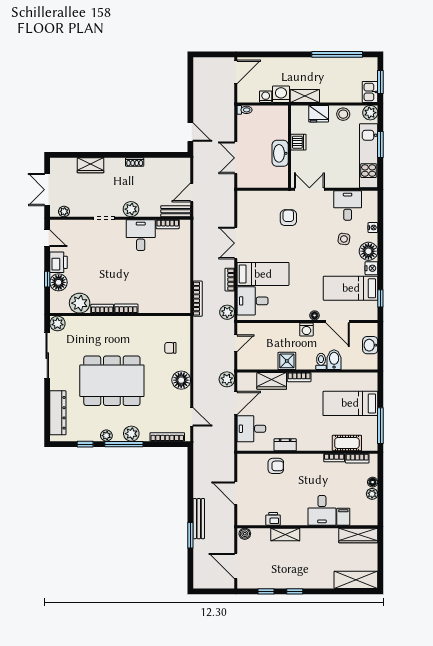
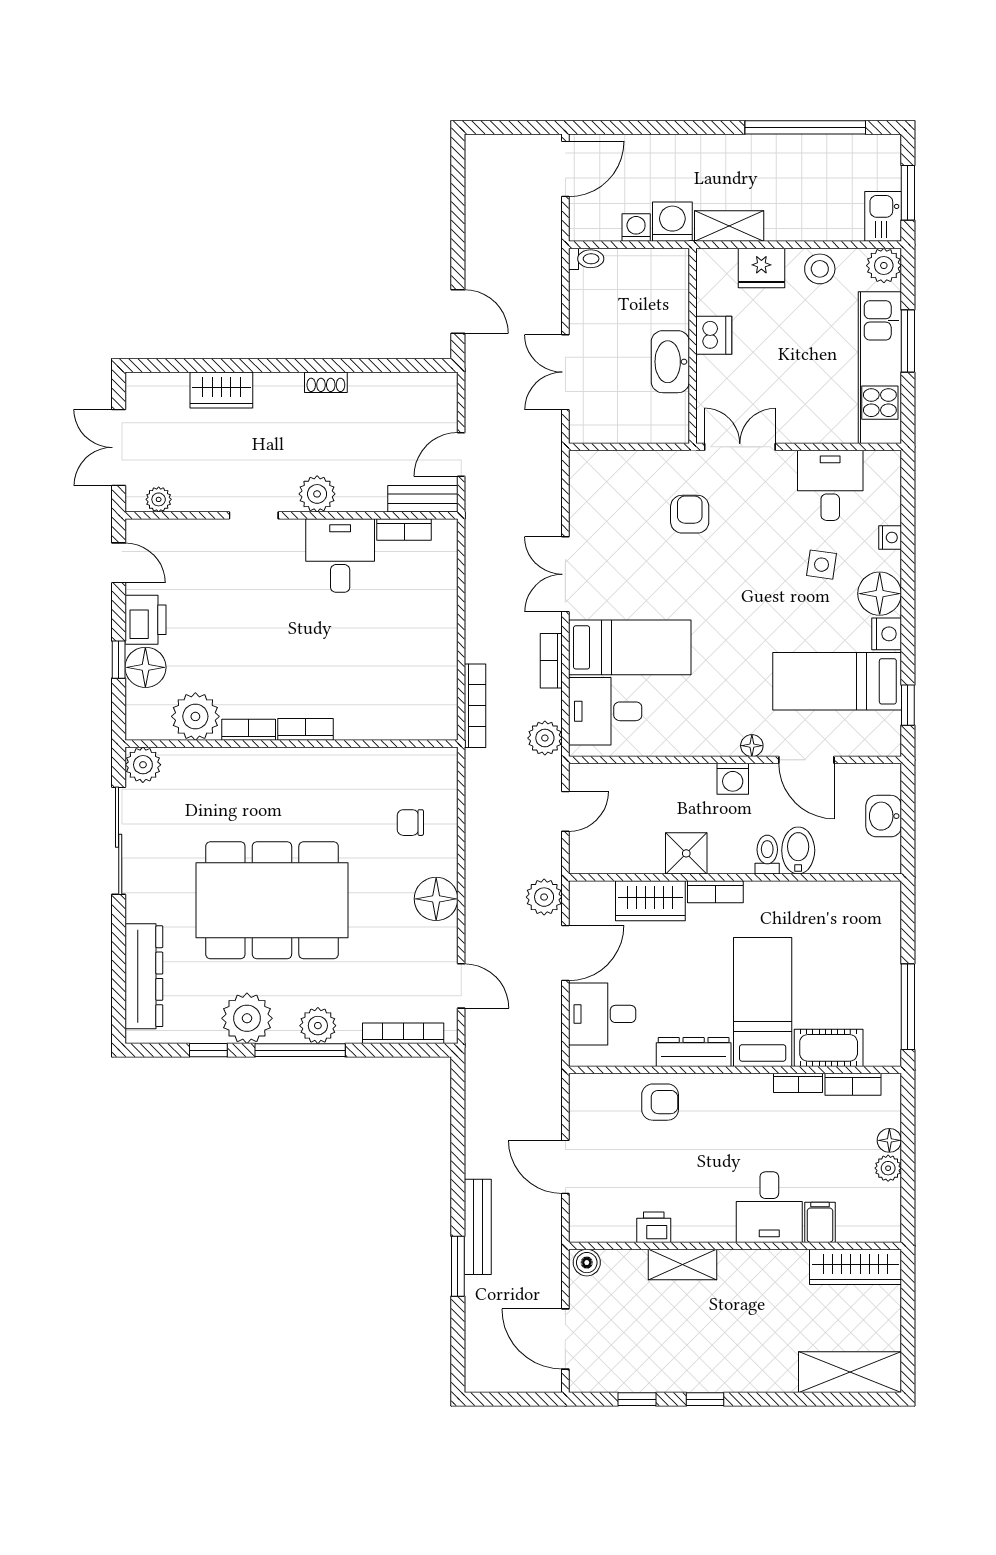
bed: (350, 403) -> (763, 1002), moved, turned 90
plant: (106, 436) -> (247, 1018), width x1.87, depth x1.87
dresser: (285, 445) -> (694, 1052), width x1.44

